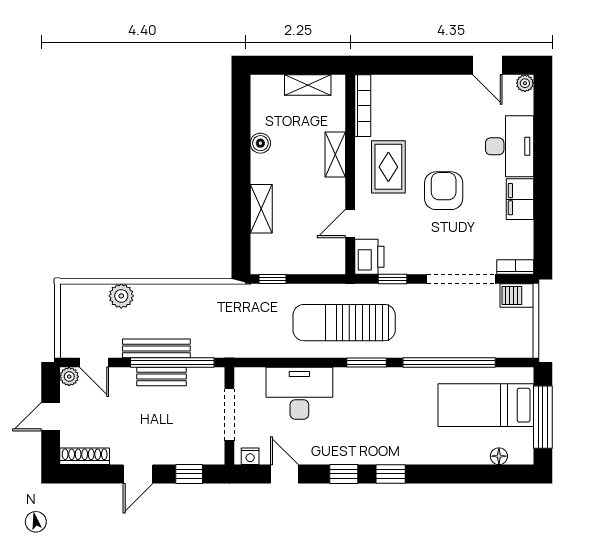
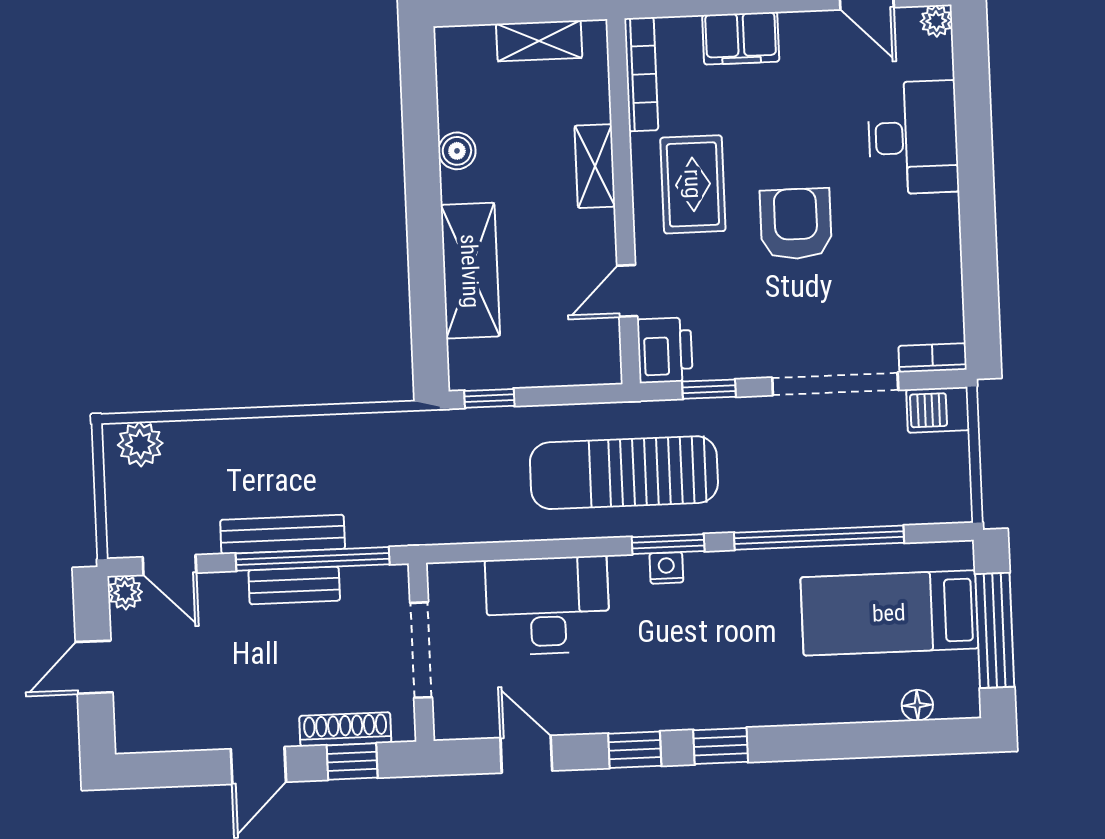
filing cabinet: (520, 199) -> (741, 38), moved, turned -90
shelving: (261, 209) -> (470, 271), width x1.50, depth x1.33
plant: (121, 296) -> (140, 444), moved
shoe rack: (85, 456) -> (345, 729), moved
nightstand: (250, 456) -> (666, 568), moved, turned 180

